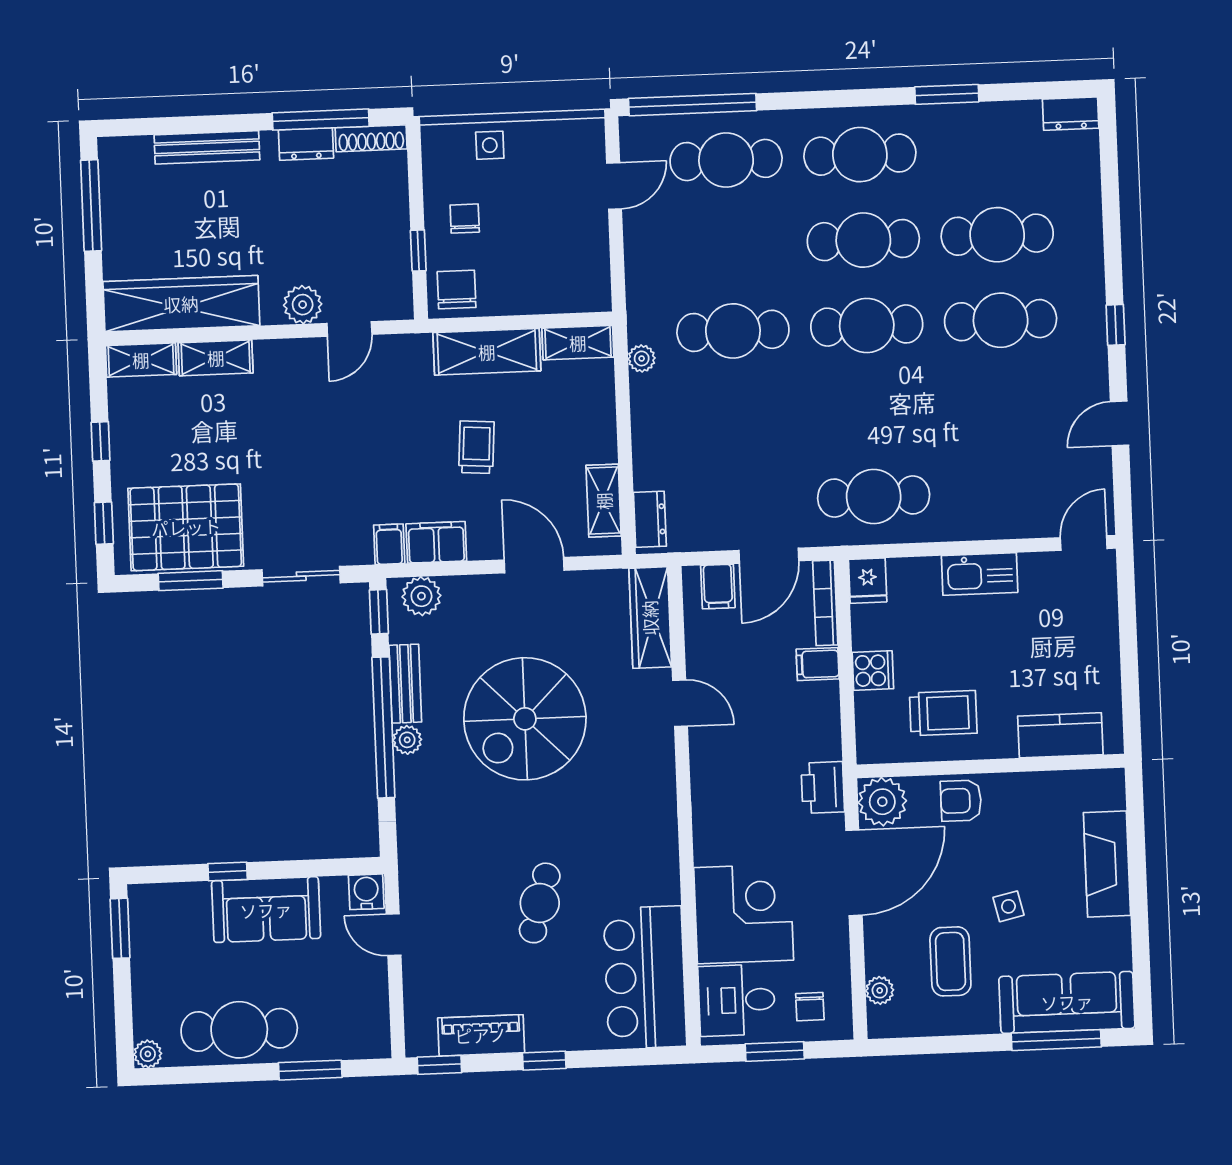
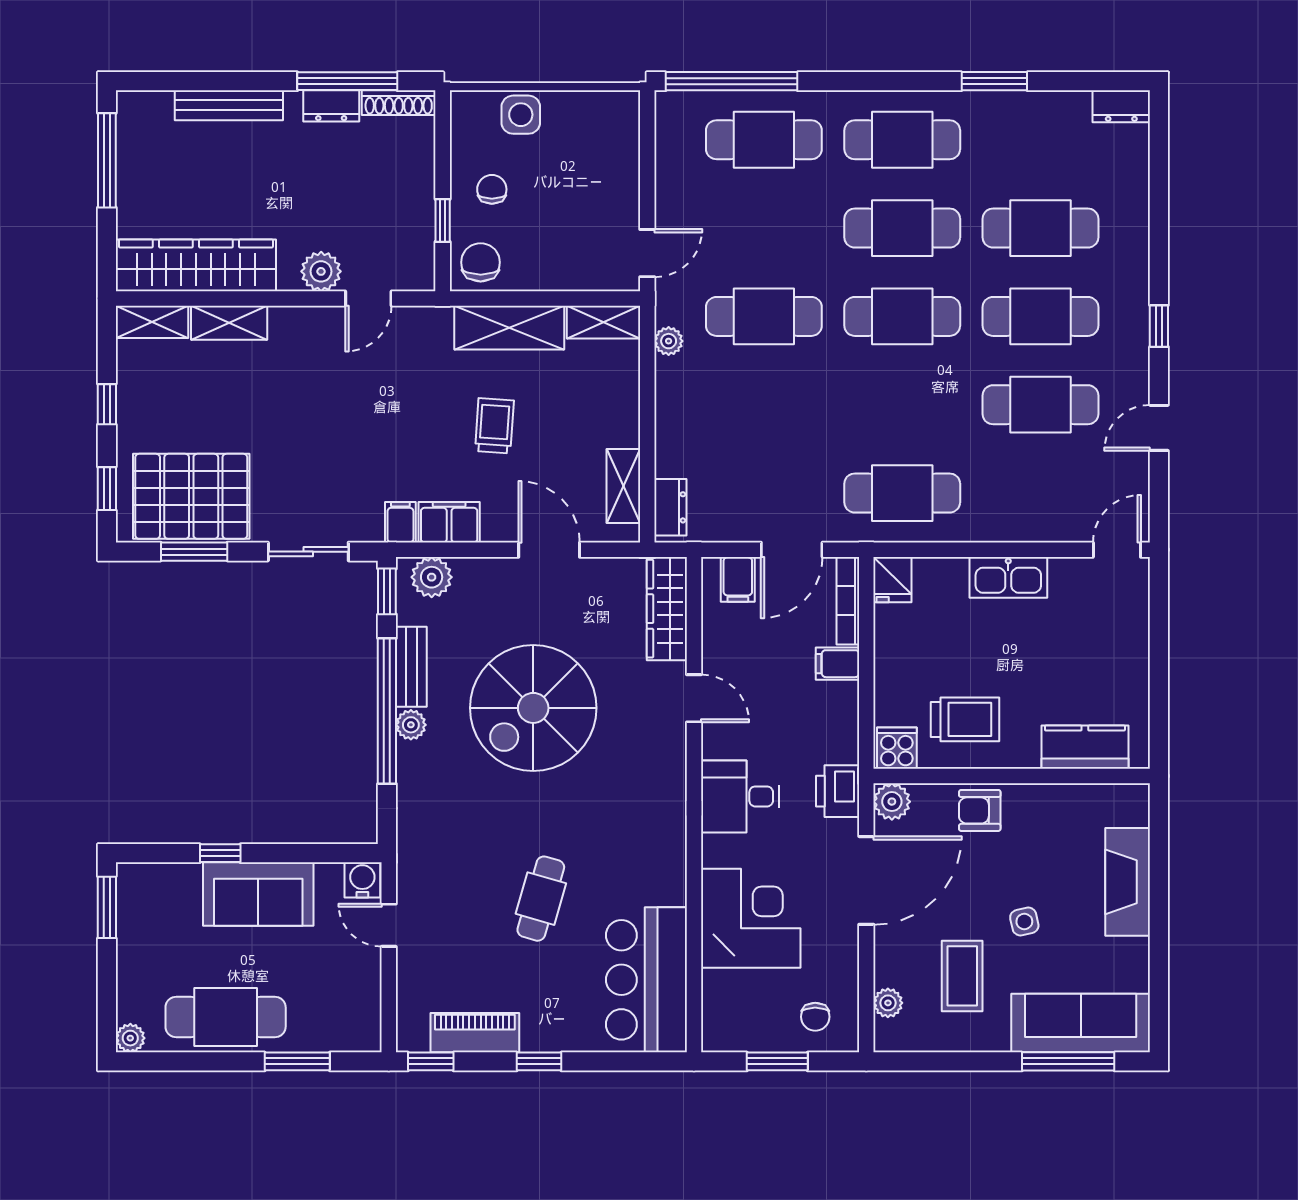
side table: (490, 145) -> (521, 115), width x1.37, depth x1.37
door: (614, 186) -> (647, 253), moved
cafe table: (1004, 406) -> (1040, 405), added
cooker: (873, 671) -> (897, 748), moved, turned -90
plant: (882, 802) -> (892, 802), width x0.73, depth x0.73
desk: (737, 1000) -> (740, 796), moved

